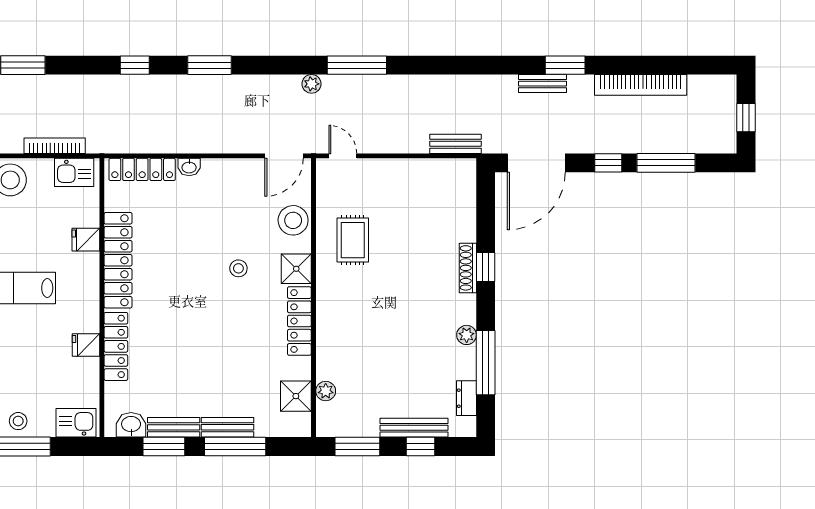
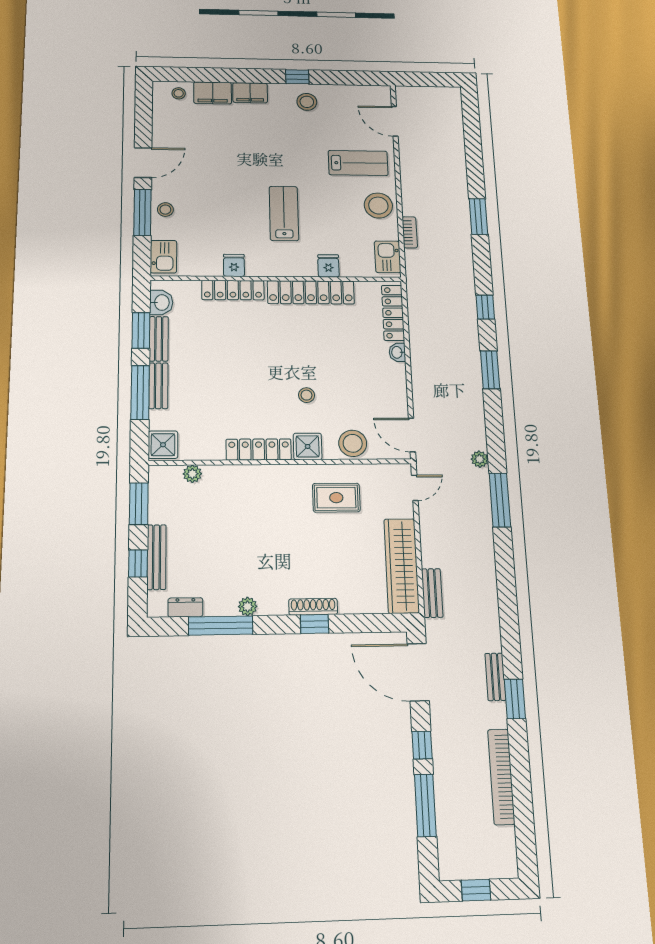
bookcase: (55, 146) -> (410, 232), width x0.64
wardrobe: (426, 174) -> (402, 566), added
shower: (296, 396) -> (163, 445), moved

